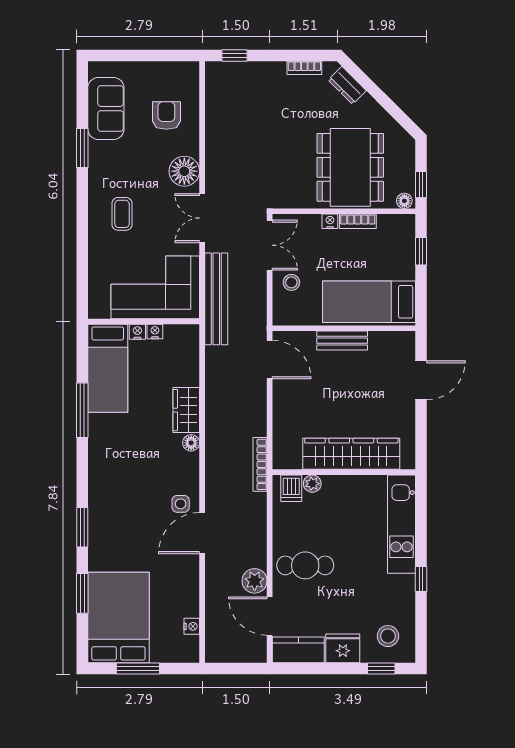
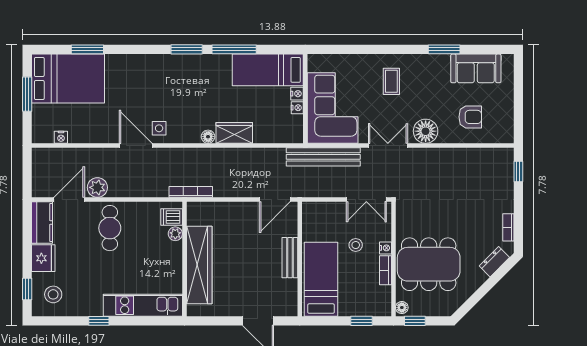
coffee table: (122, 214) -> (391, 81), turned 90
stool: (291, 282) -> (356, 245), moved
window: (82, 527) -> (187, 49), moved

